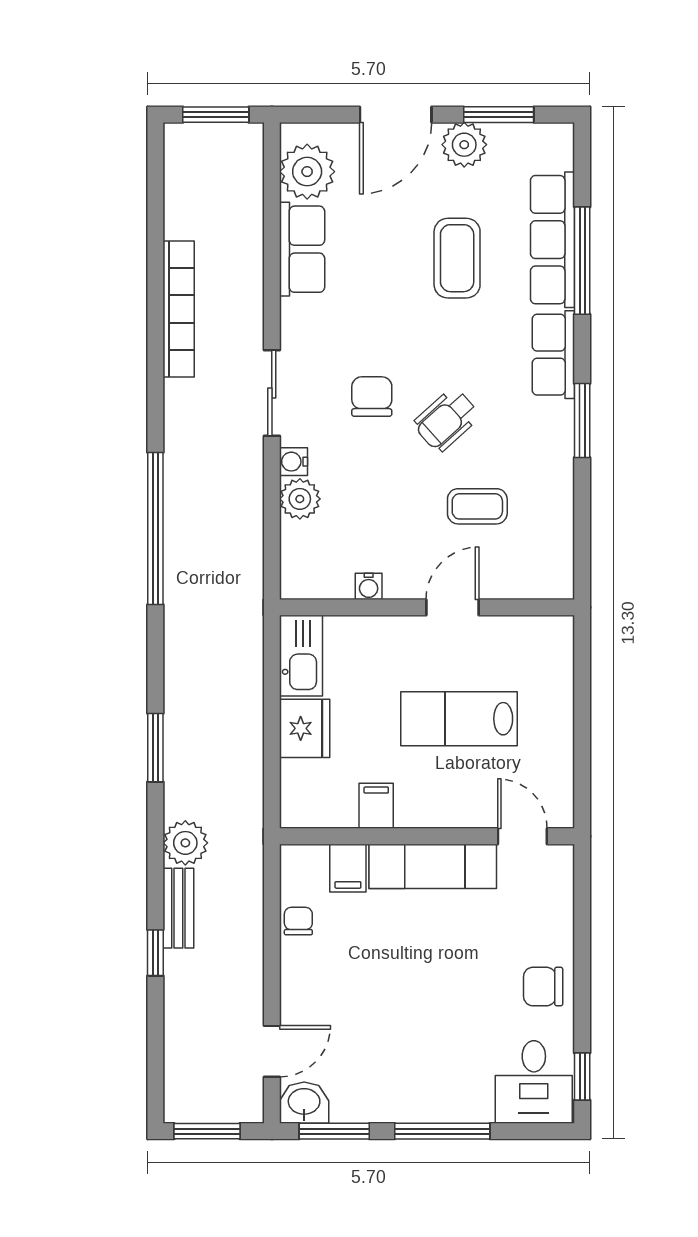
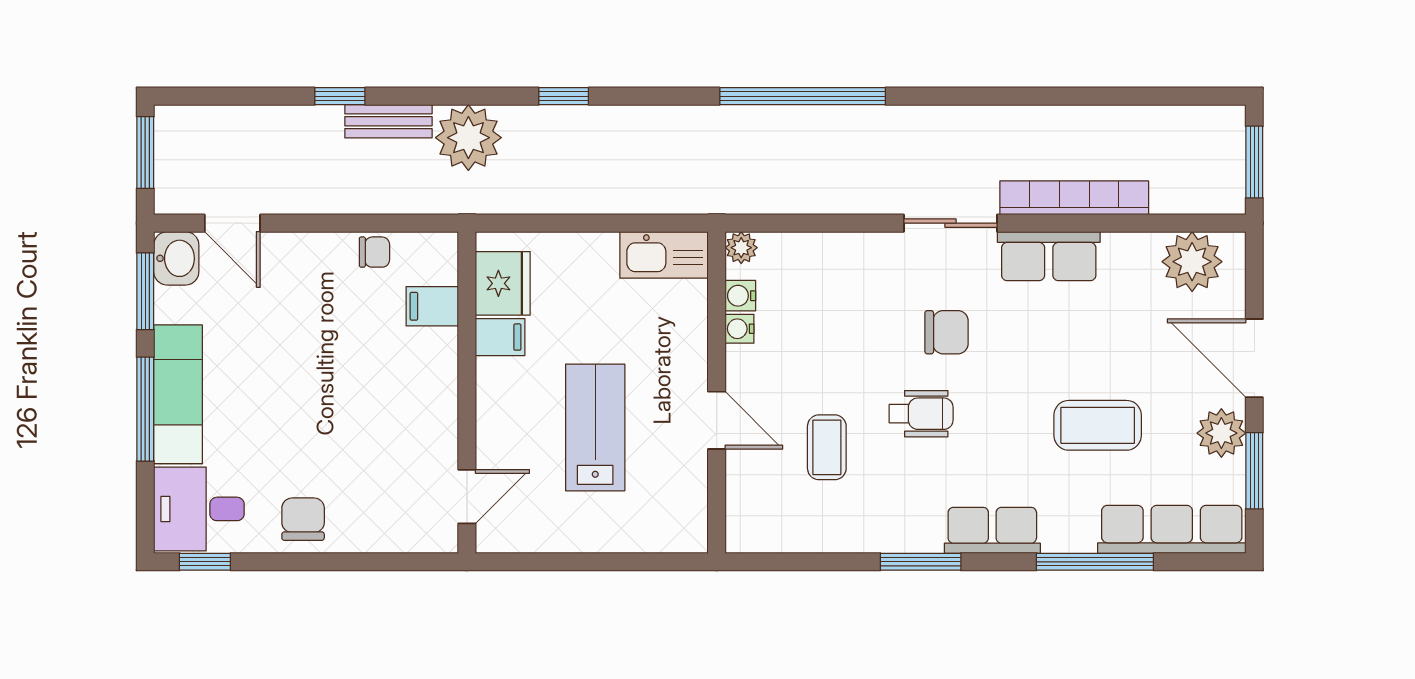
row of seats: (552, 240) -> (1172, 529), moved
row of seats: (302, 249) -> (1049, 256), moved
bookcase: (179, 309) -> (1074, 198), moved, turned 180
wheelchair: (446, 420) -> (921, 414), turned 132
water cooler: (294, 462) -> (740, 296), moved, turned -90
plant: (300, 499) -> (741, 248), moved, width x0.73, depth x0.73
fridge: (305, 728) -> (503, 283), moved, turned -90
window: (155, 748) -> (564, 96), width x0.67
plant: (185, 843) -> (468, 138), width x1.36, depth x1.36
exam couch: (433, 866) -> (178, 394), moved, turned 180

